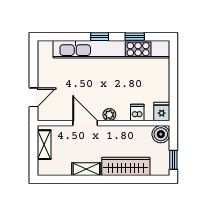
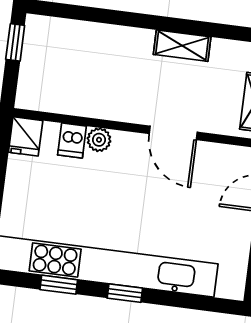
plant: (109, 115) -> (99, 140), moved
boiler: (161, 134) -> (33, 94), removed
wardrobe: (126, 166) -> (107, 41), removed

